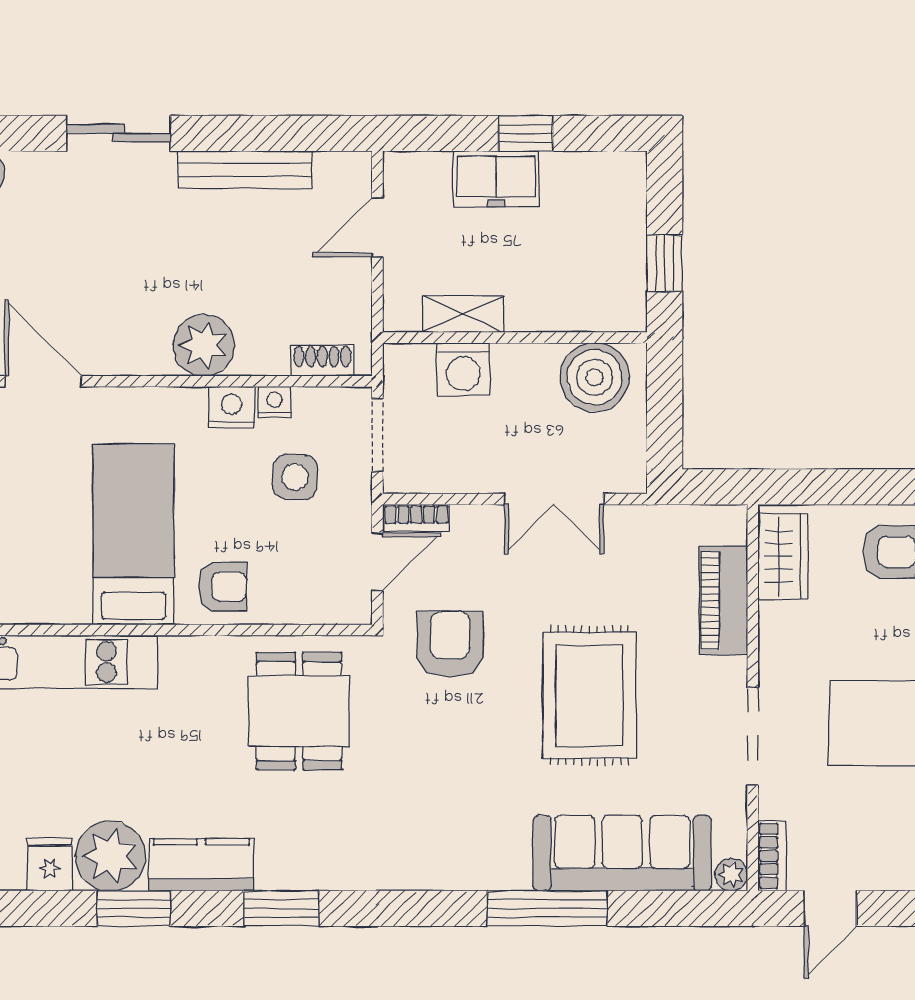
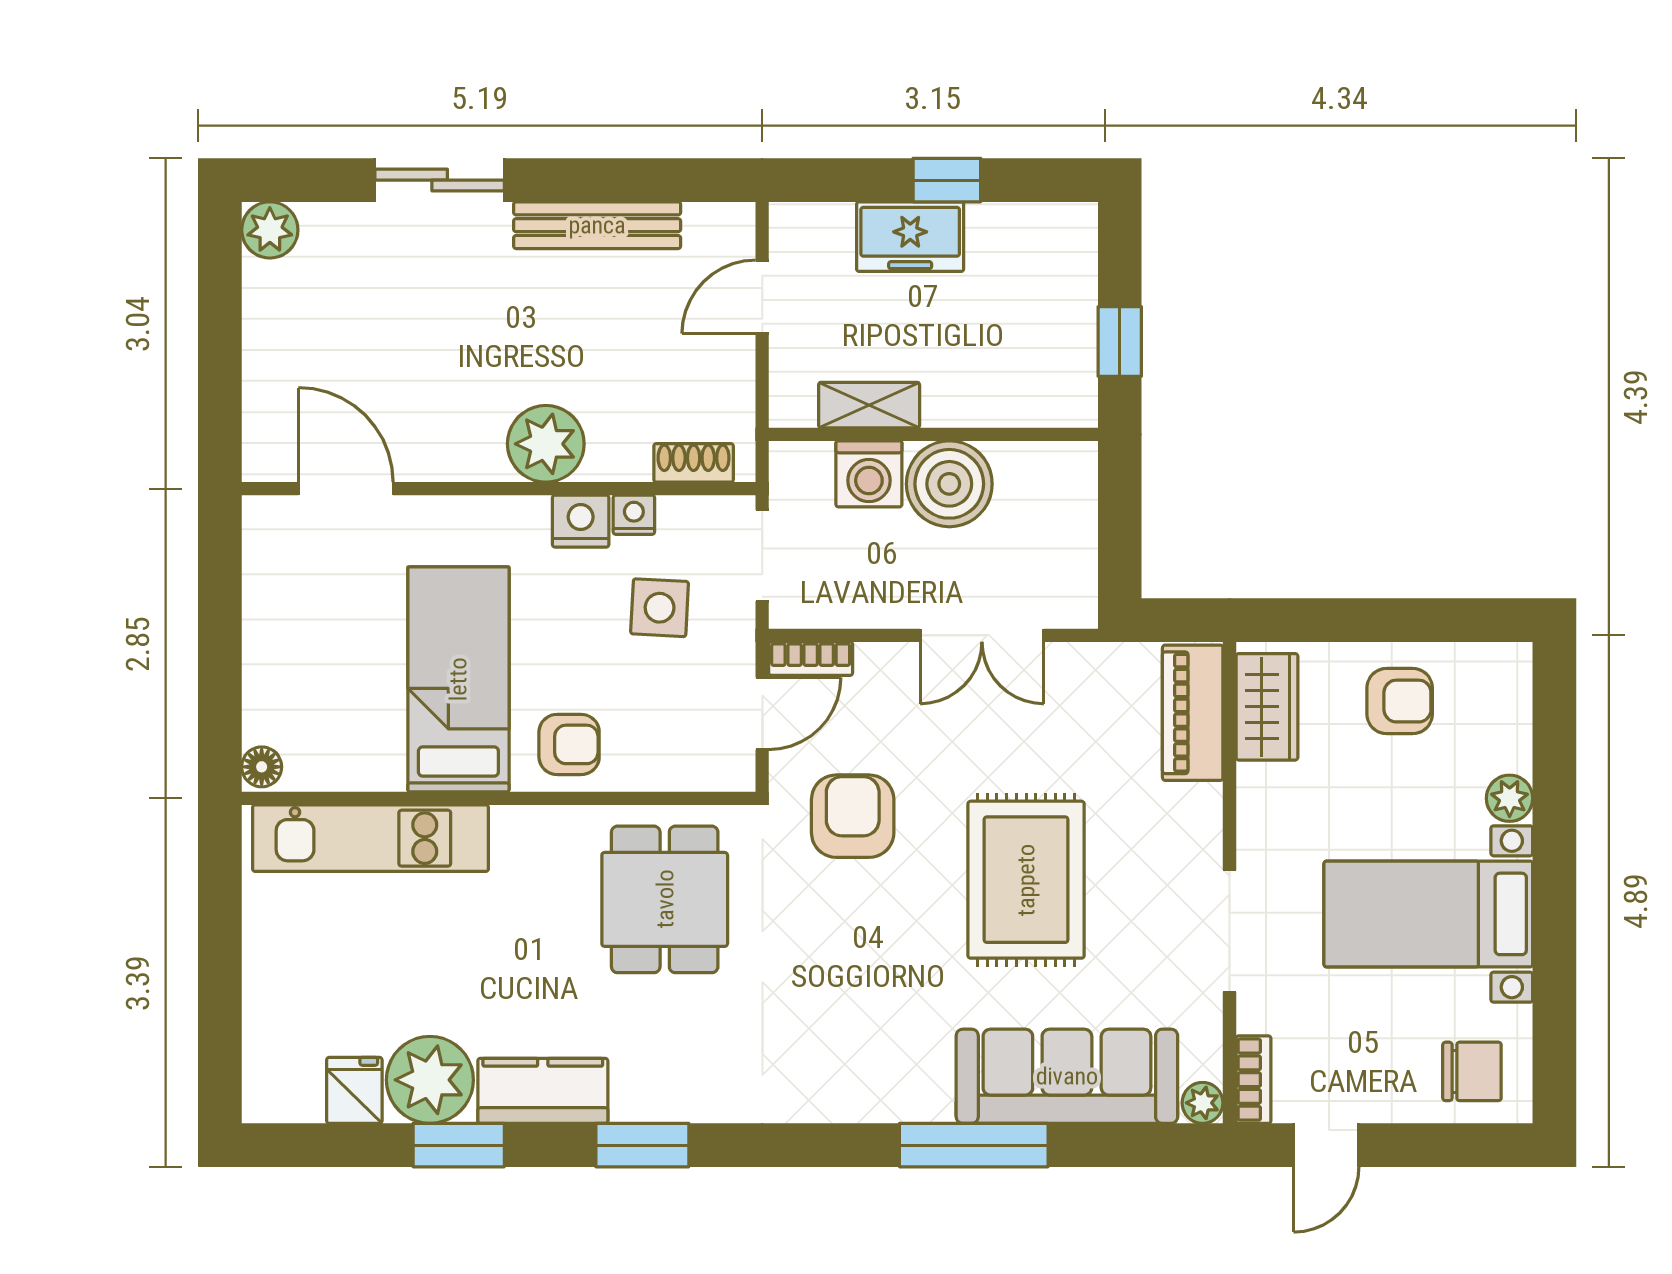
boiler: (595, 377) -> (949, 484), moved
piano: (723, 600) -> (1193, 713), moved

